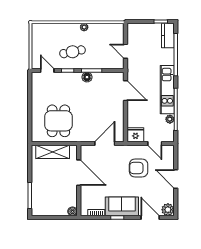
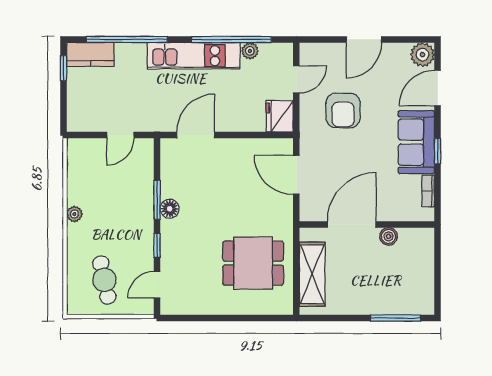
cafe table: (73, 52) -> (104, 280), moved
boiler: (72, 211) -> (389, 236), moved

